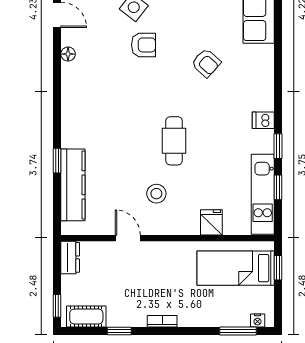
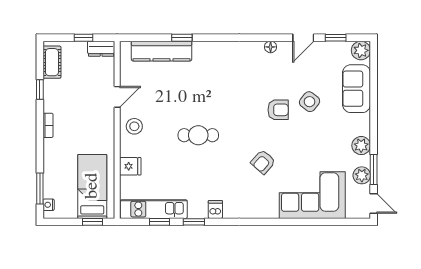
armchair: (144, 45) -> (278, 110), turned -90
stool: (156, 194) -> (134, 126), moved
window: (57, 306) -> (83, 38), moved

